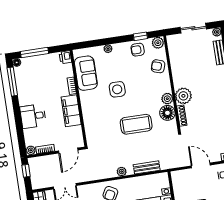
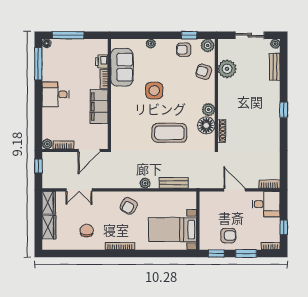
printer: (65, 57) -> (102, 61), moved
plant: (183, 96) -> (227, 69), moved
desk: (33, 116) -> (56, 94), moved

